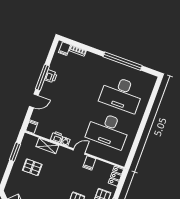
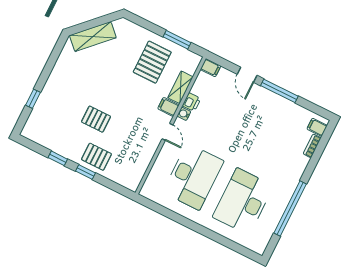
printer: (51, 76) -> (280, 103), removed
desk: (108, 130) -> (193, 177), turned 180
filing cabinet: (89, 163) -> (168, 107), moved
pallet: (32, 167) -> (152, 62), width x1.50, depth x1.42
locker: (116, 176) -> (126, 180), removed

